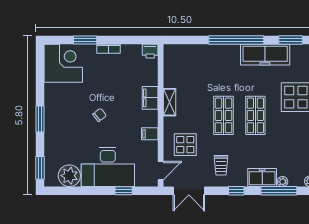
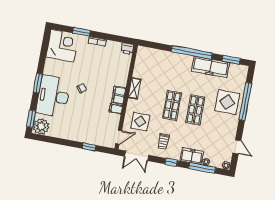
filing cabinet: (150, 98) -> (119, 95), moved
desk: (108, 167) -> (53, 96), moved, turned 90
plant: (69, 176) -> (41, 126), moved

